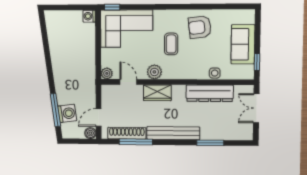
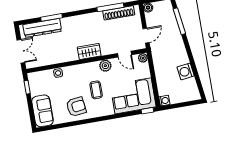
sofa: (243, 44) -> (43, 111), moved
wardrobe: (157, 93) -> (89, 52), moved
dresser: (210, 93) -> (42, 28), moved, turned 180
washing machine: (67, 113) -> (186, 71), moved
door: (99, 117) -> (146, 36), moved
bench: (173, 133) -> (82, 20), removed

